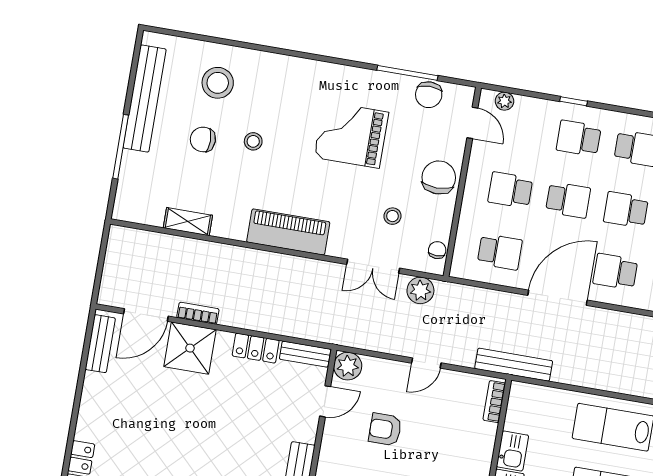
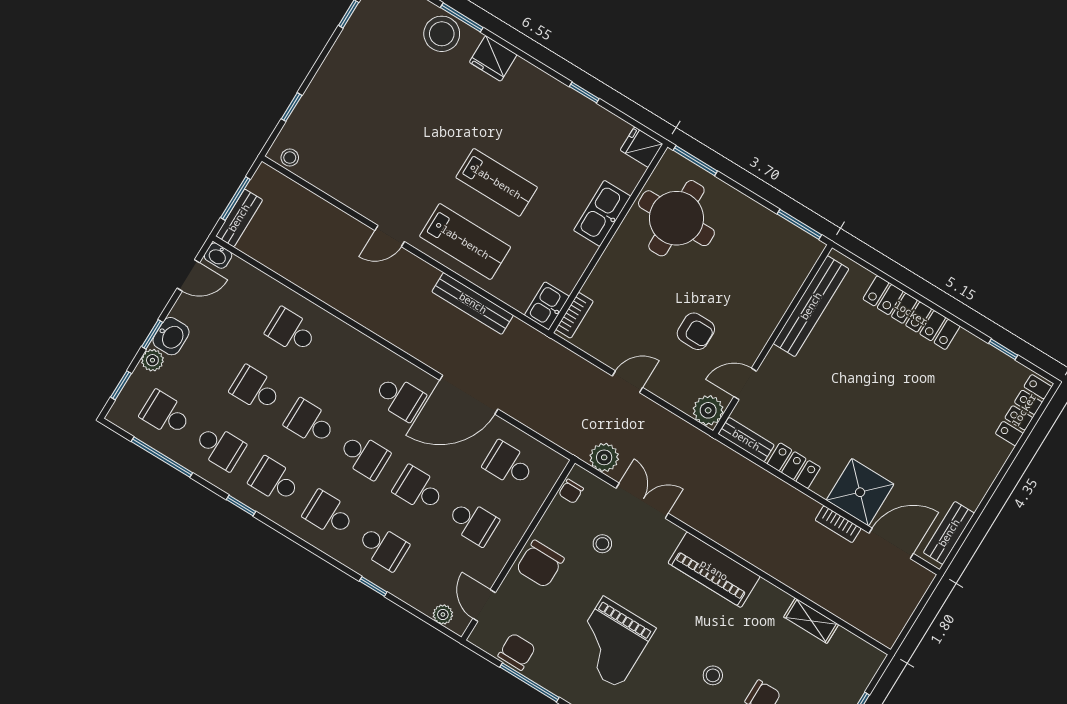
grand piano: (351, 135) -> (611, 642), turned 90
bench: (514, 365) -> (473, 303), moved
kitchen sink: (512, 451) -> (547, 306), moved

